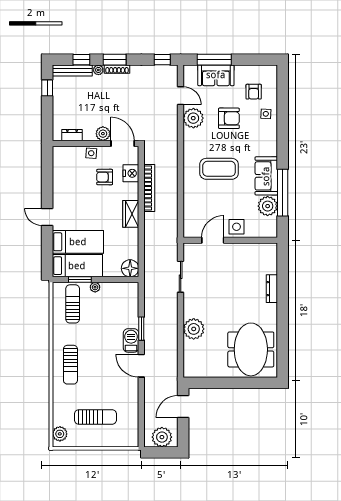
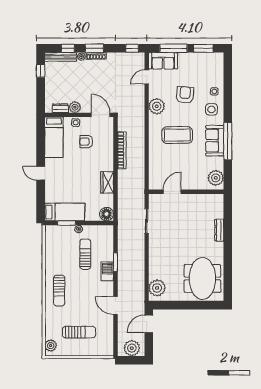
window: (252, 60) -> (203, 48), added
sofa: (216, 75) -> (163, 61), moved
armchair: (254, 92) -> (205, 74), removed
door: (181, 96) -> (147, 77), swing flipped
plant: (193, 118) -> (157, 106), moved
armchair: (229, 118) -> (185, 95), turned -86
plant: (103, 134) -> (75, 107), moved
nightstand: (131, 173) -> (107, 139), removed
window: (283, 193) -> (228, 141), moved
plant: (268, 206) -> (216, 178), moved
wardrobe: (131, 214) -> (107, 182), moved
side table: (236, 227) -> (211, 109), moved
bed: (78, 242) -> (54, 137), moved, turned 90
sun lounger: (73, 304) -> (85, 254), moved
plant: (194, 329) -> (157, 288), moved
door: (141, 366) -> (115, 306), moved

